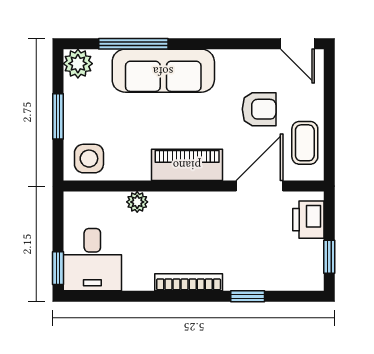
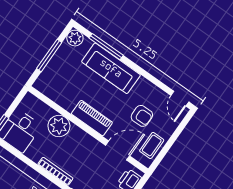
window: (58, 116) -> (49, 55), width x1.44
side table: (89, 159) -> (50, 84), removed
plant: (137, 202) -> (59, 126), width x1.88, depth x1.88

